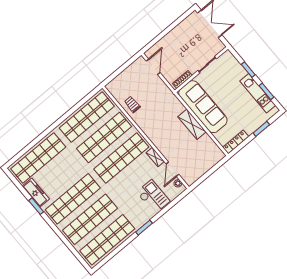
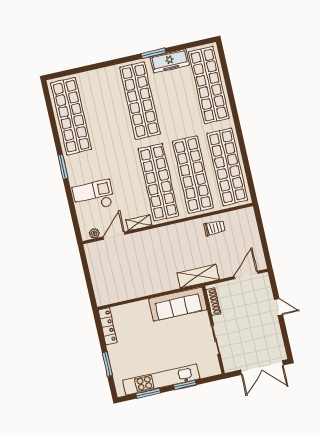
door: (163, 34) -> (279, 307), added
door: (153, 67) -> (246, 275), swing flipped
kitchen unit: (258, 93) -> (161, 379), width x1.36
sofa: (203, 107) -> (178, 304), width x0.74, depth x0.79
shelving: (192, 124) -> (198, 276), moved
door: (172, 169) -> (114, 236), hinge flipped
checkout: (153, 197) -> (94, 196), turned 180
shop shelf: (90, 219) -> (106, 108), removed

